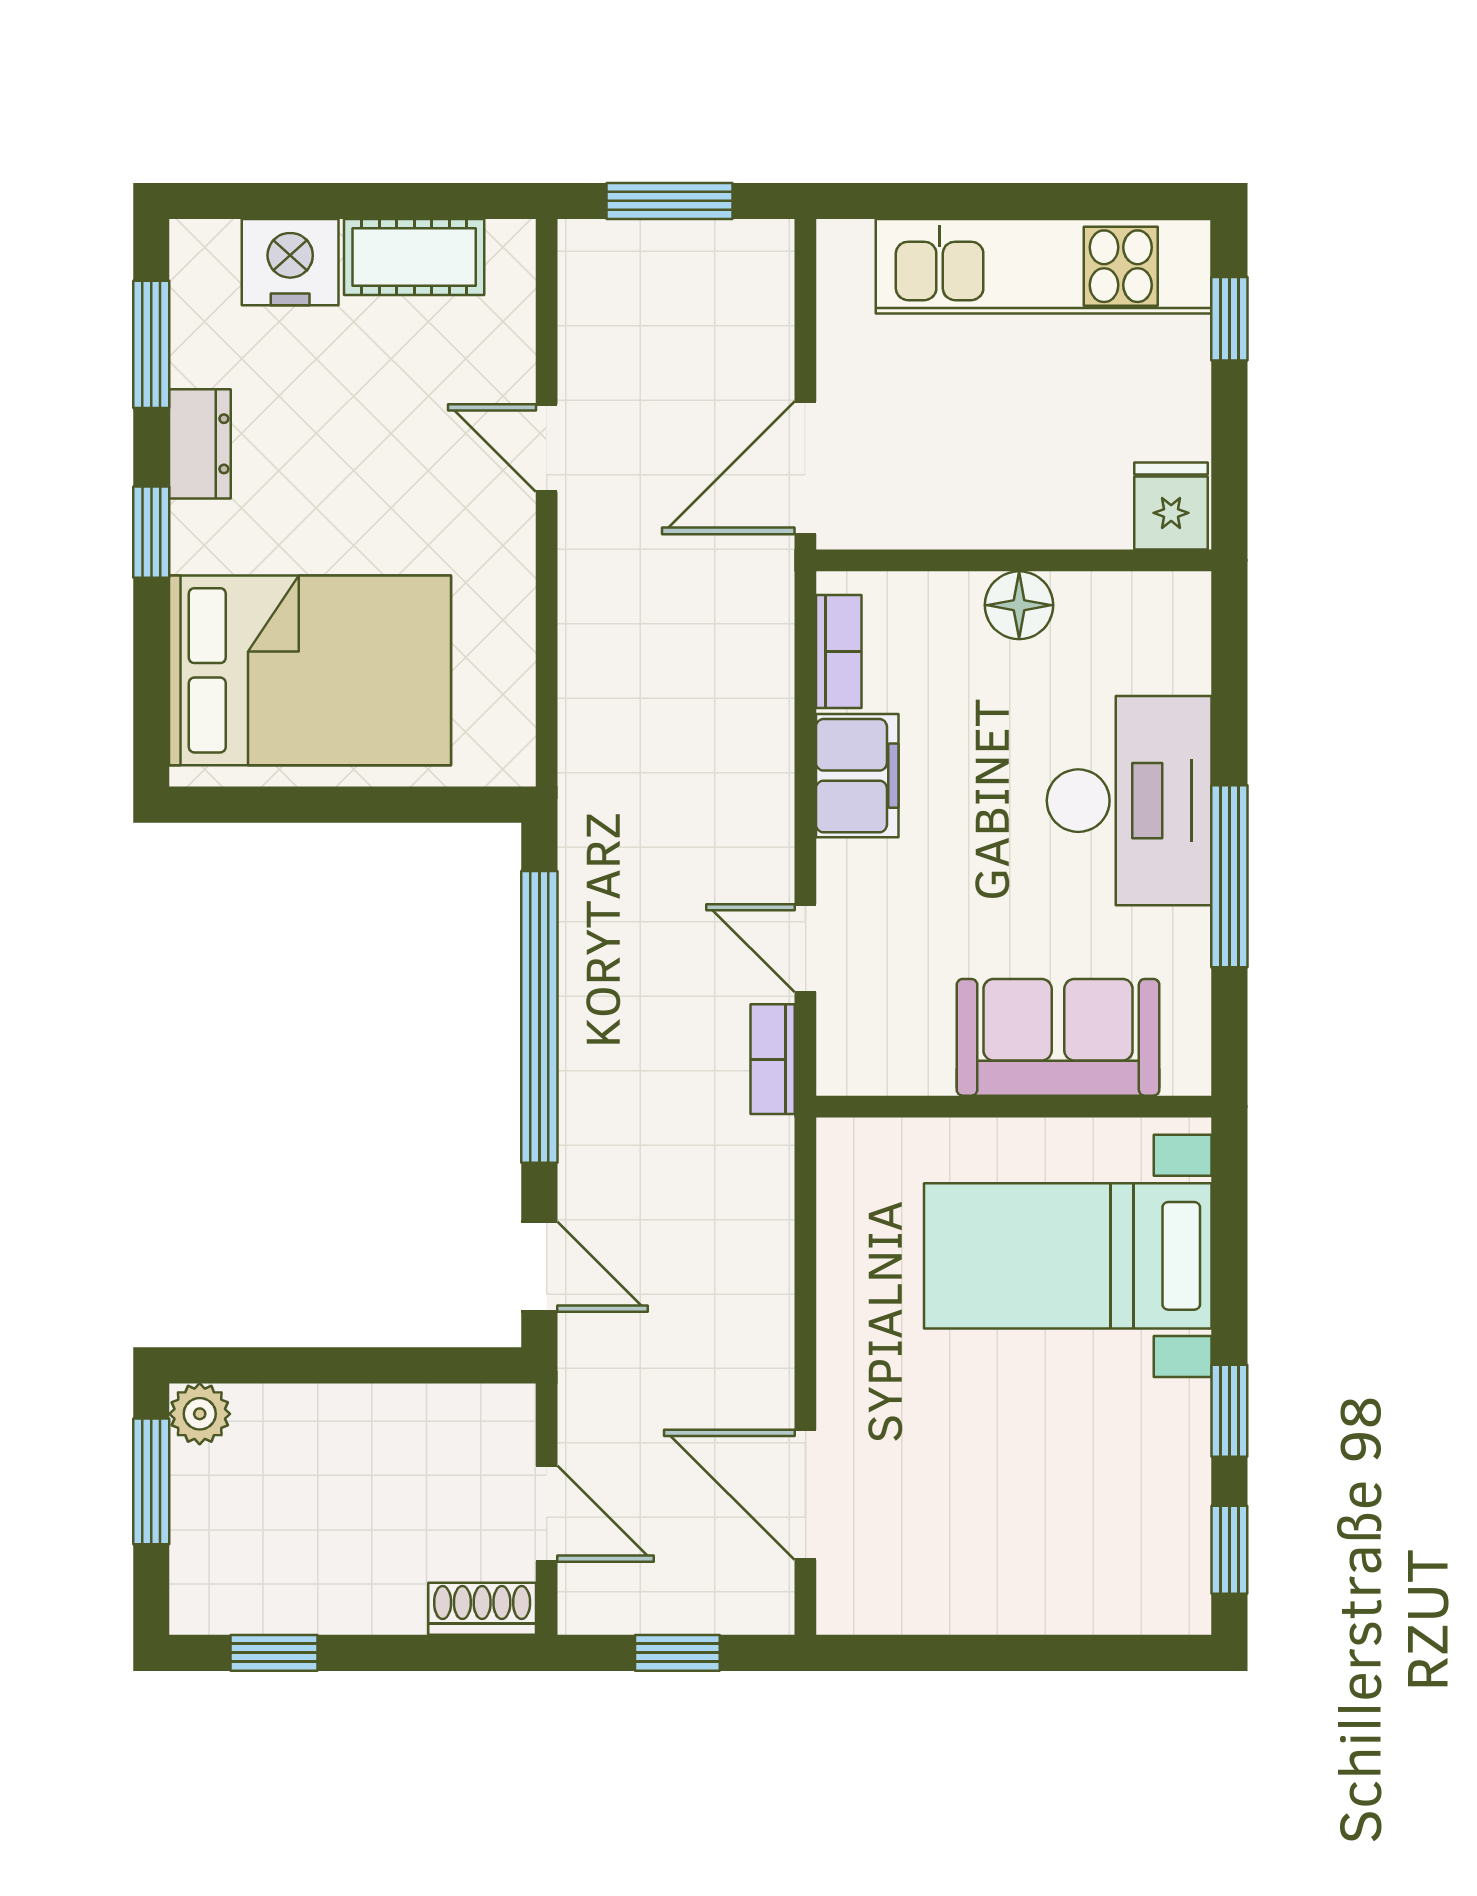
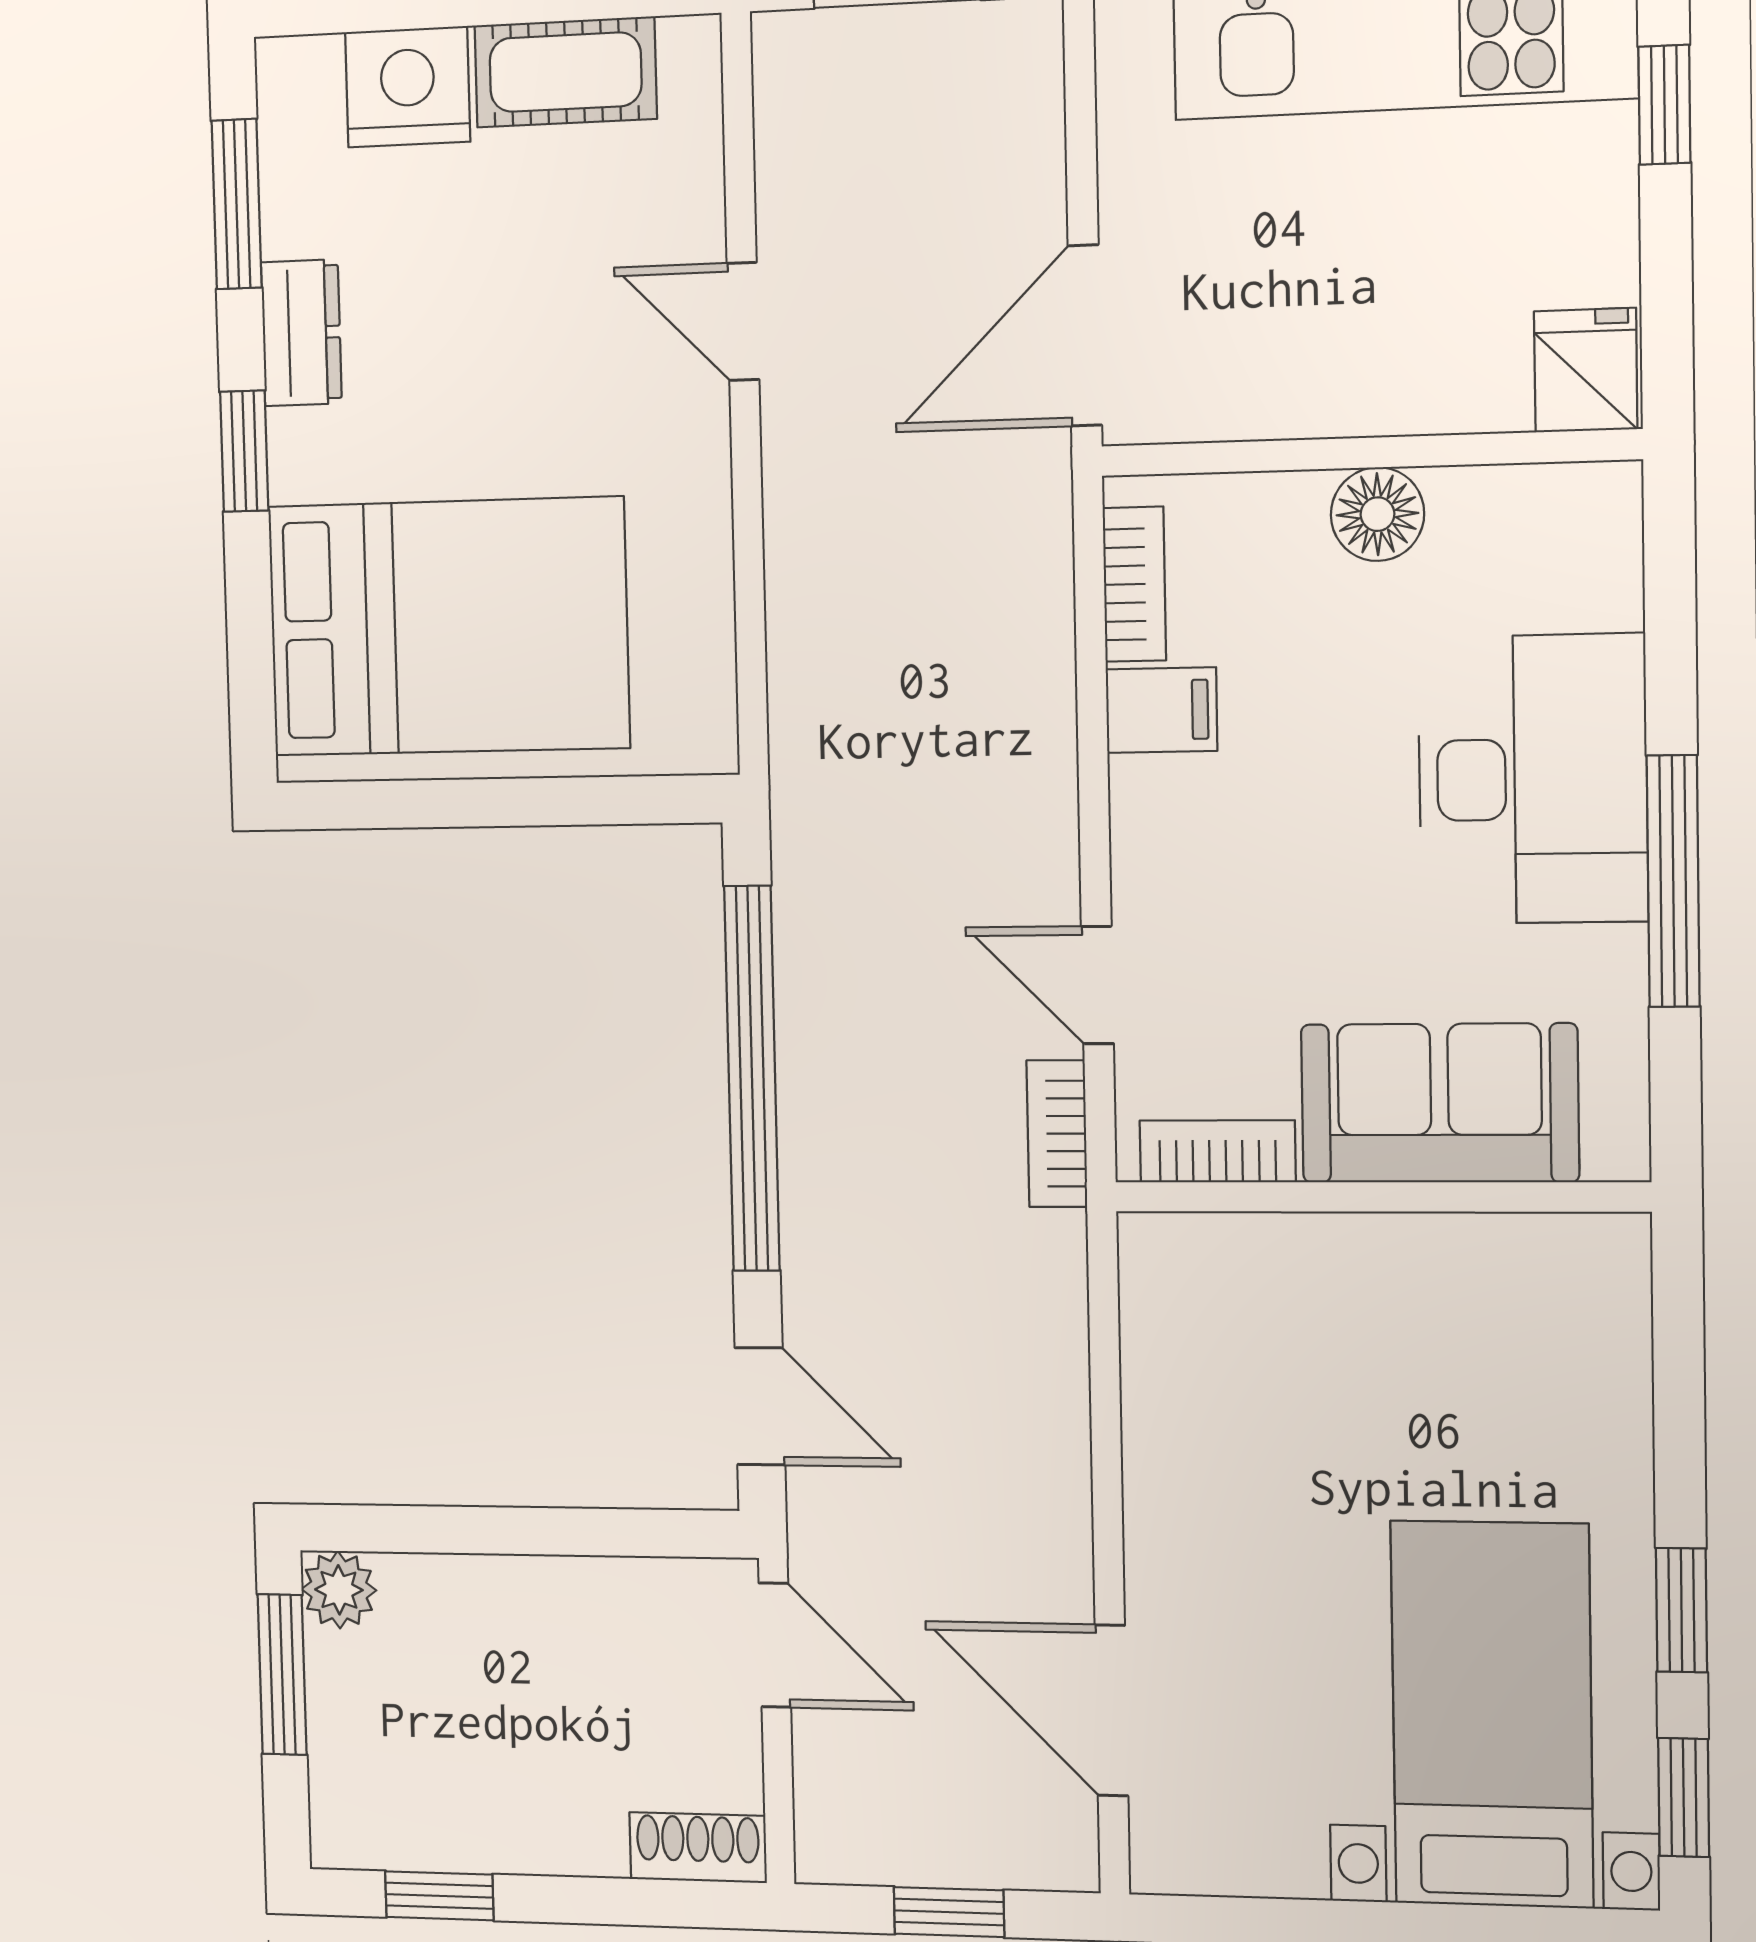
filing cabinet: (857, 776) -> (1161, 710), width x0.50
bookcase: (893, 1073) -> (1218, 1151), added
bed with nightstands: (1068, 1256) -> (1492, 1714), moved, turned 90
door: (547, 1514) -> (775, 1645), moved

